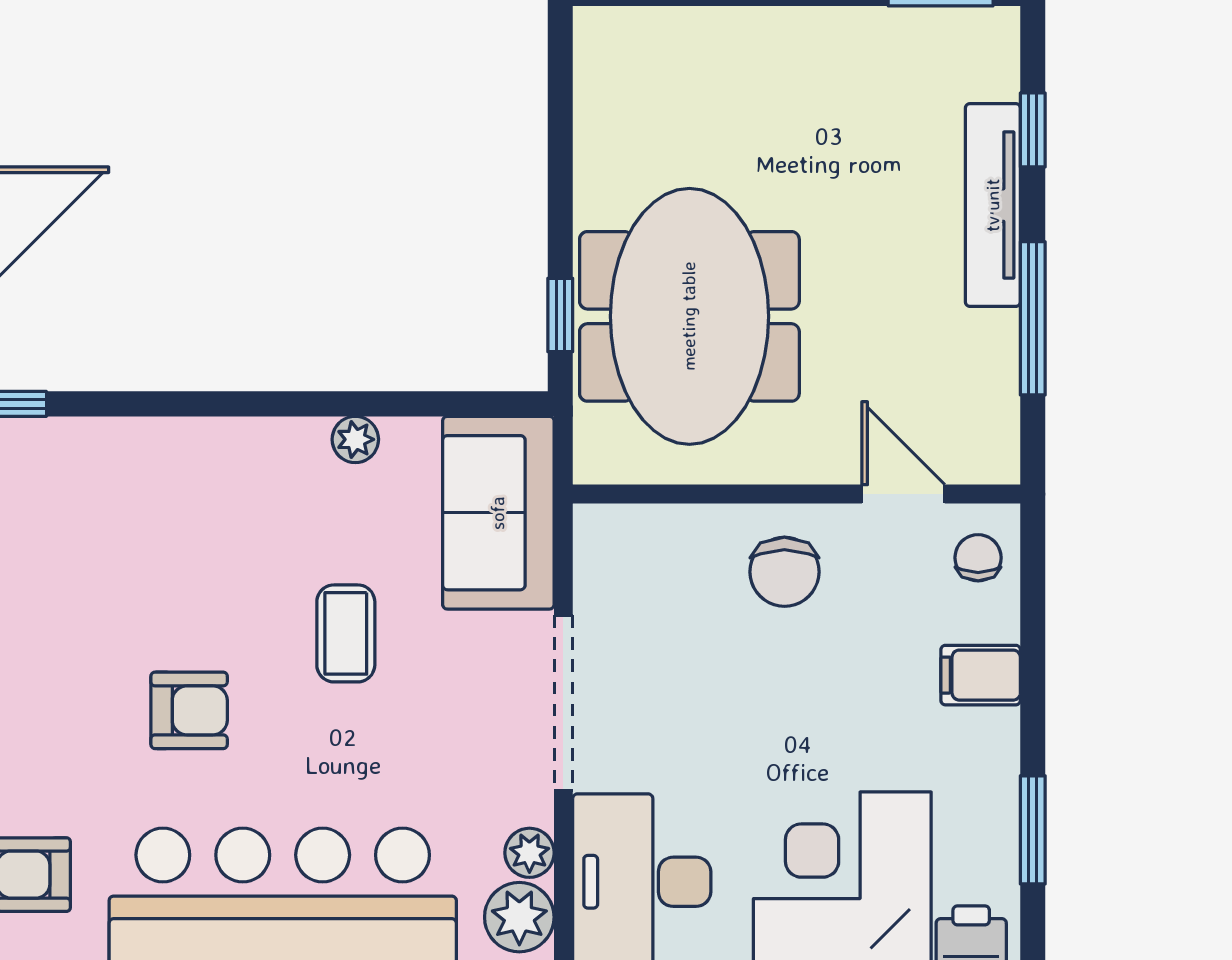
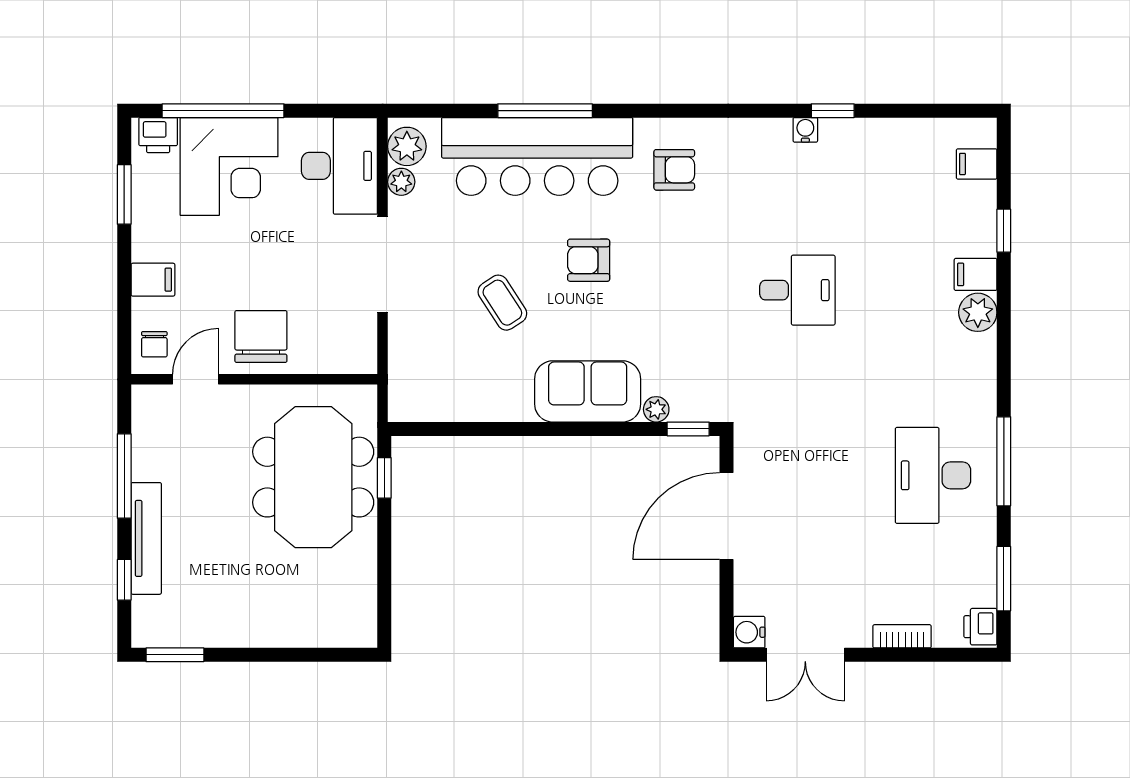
plant: (355, 439) -> (656, 409), moved
door: (903, 494) -> (195, 379), swing flipped
sofa: (498, 513) -> (588, 391), moved, turned -90
chair: (784, 572) -> (261, 337), width x1.37, depth x1.37
coffee table: (346, 633) -> (502, 303), turned -33

